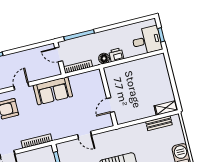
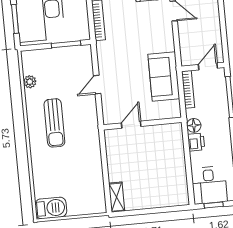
sofa: (53, 91) -> (164, 77), moved
door: (111, 105) -> (131, 125), hinge flipped
bench: (159, 123) -> (98, 185), removed

